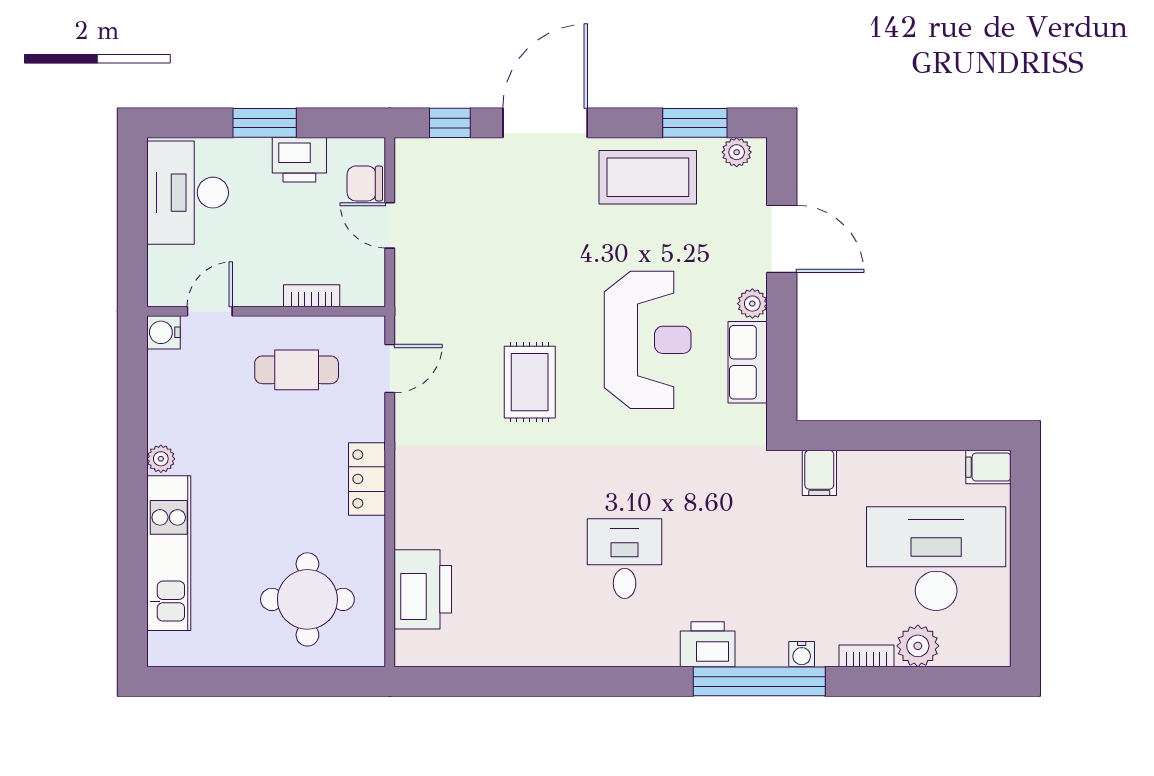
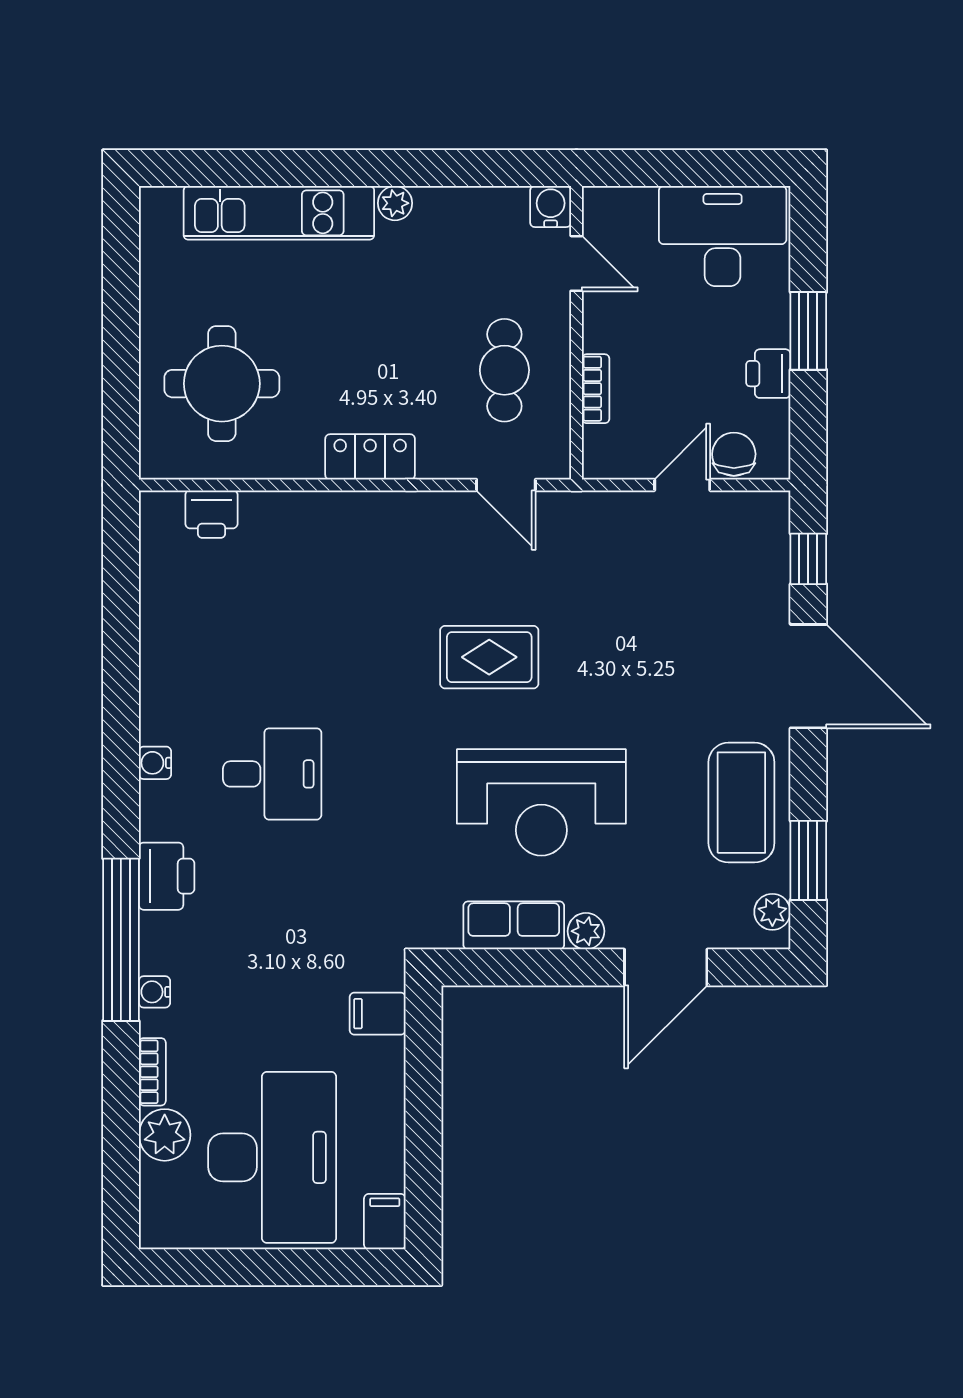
printer: (299, 160) -> (768, 374), width x0.73, depth x0.81
printer: (423, 589) -> (211, 514), width x0.53, depth x0.68
water cooler: (616, 654) -> (155, 763), added

